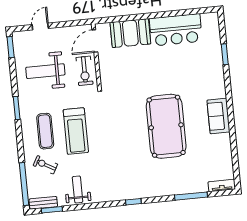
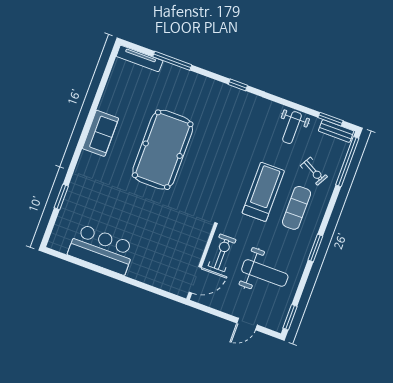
booth: (130, 33) -> (153, 270), removed
tv unit: (222, 185) -> (140, 58), width x1.41

